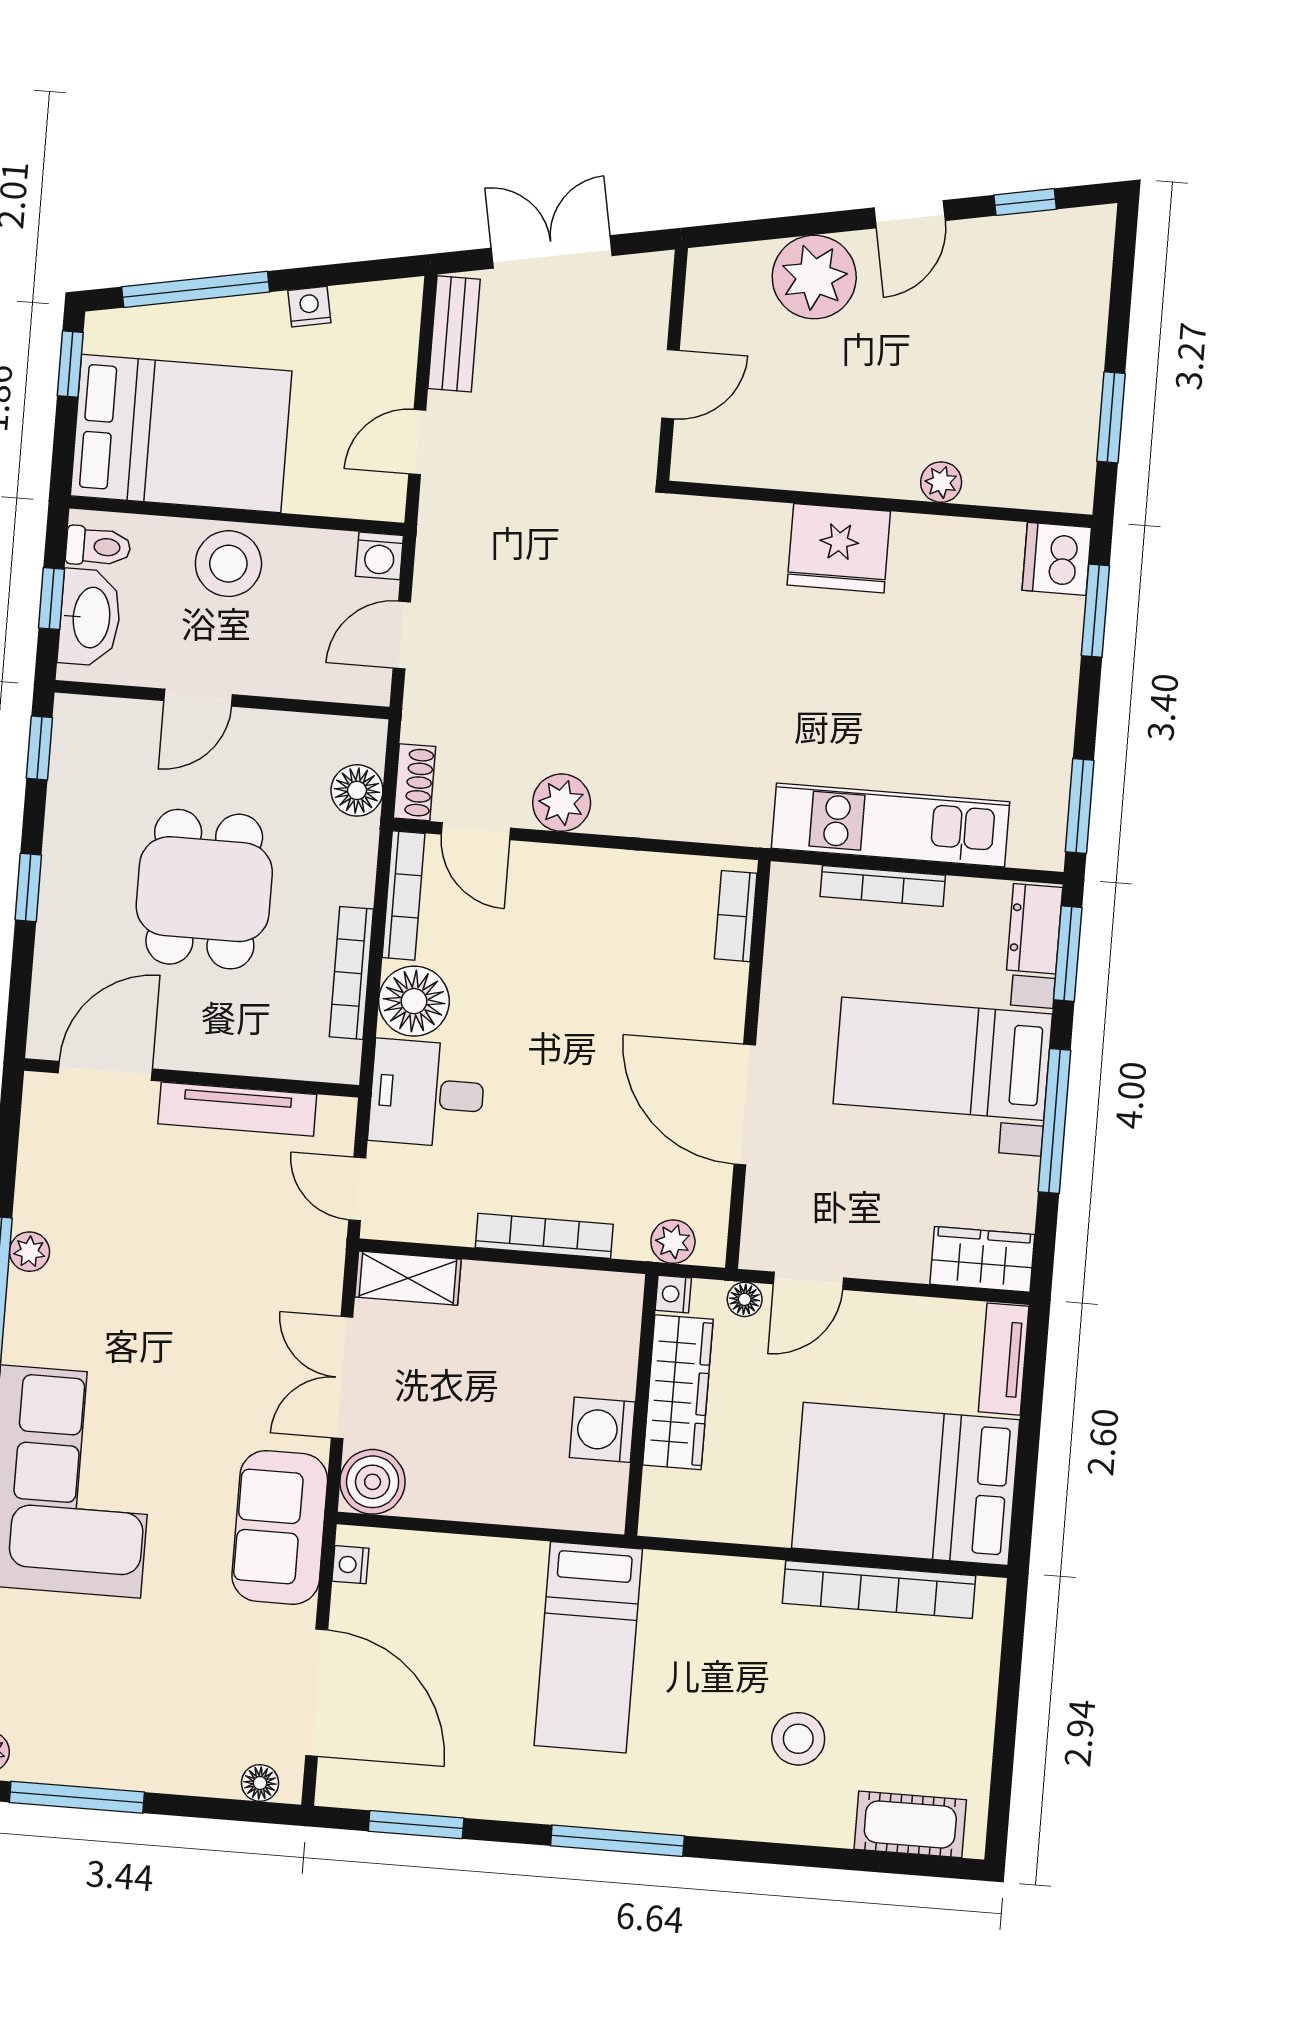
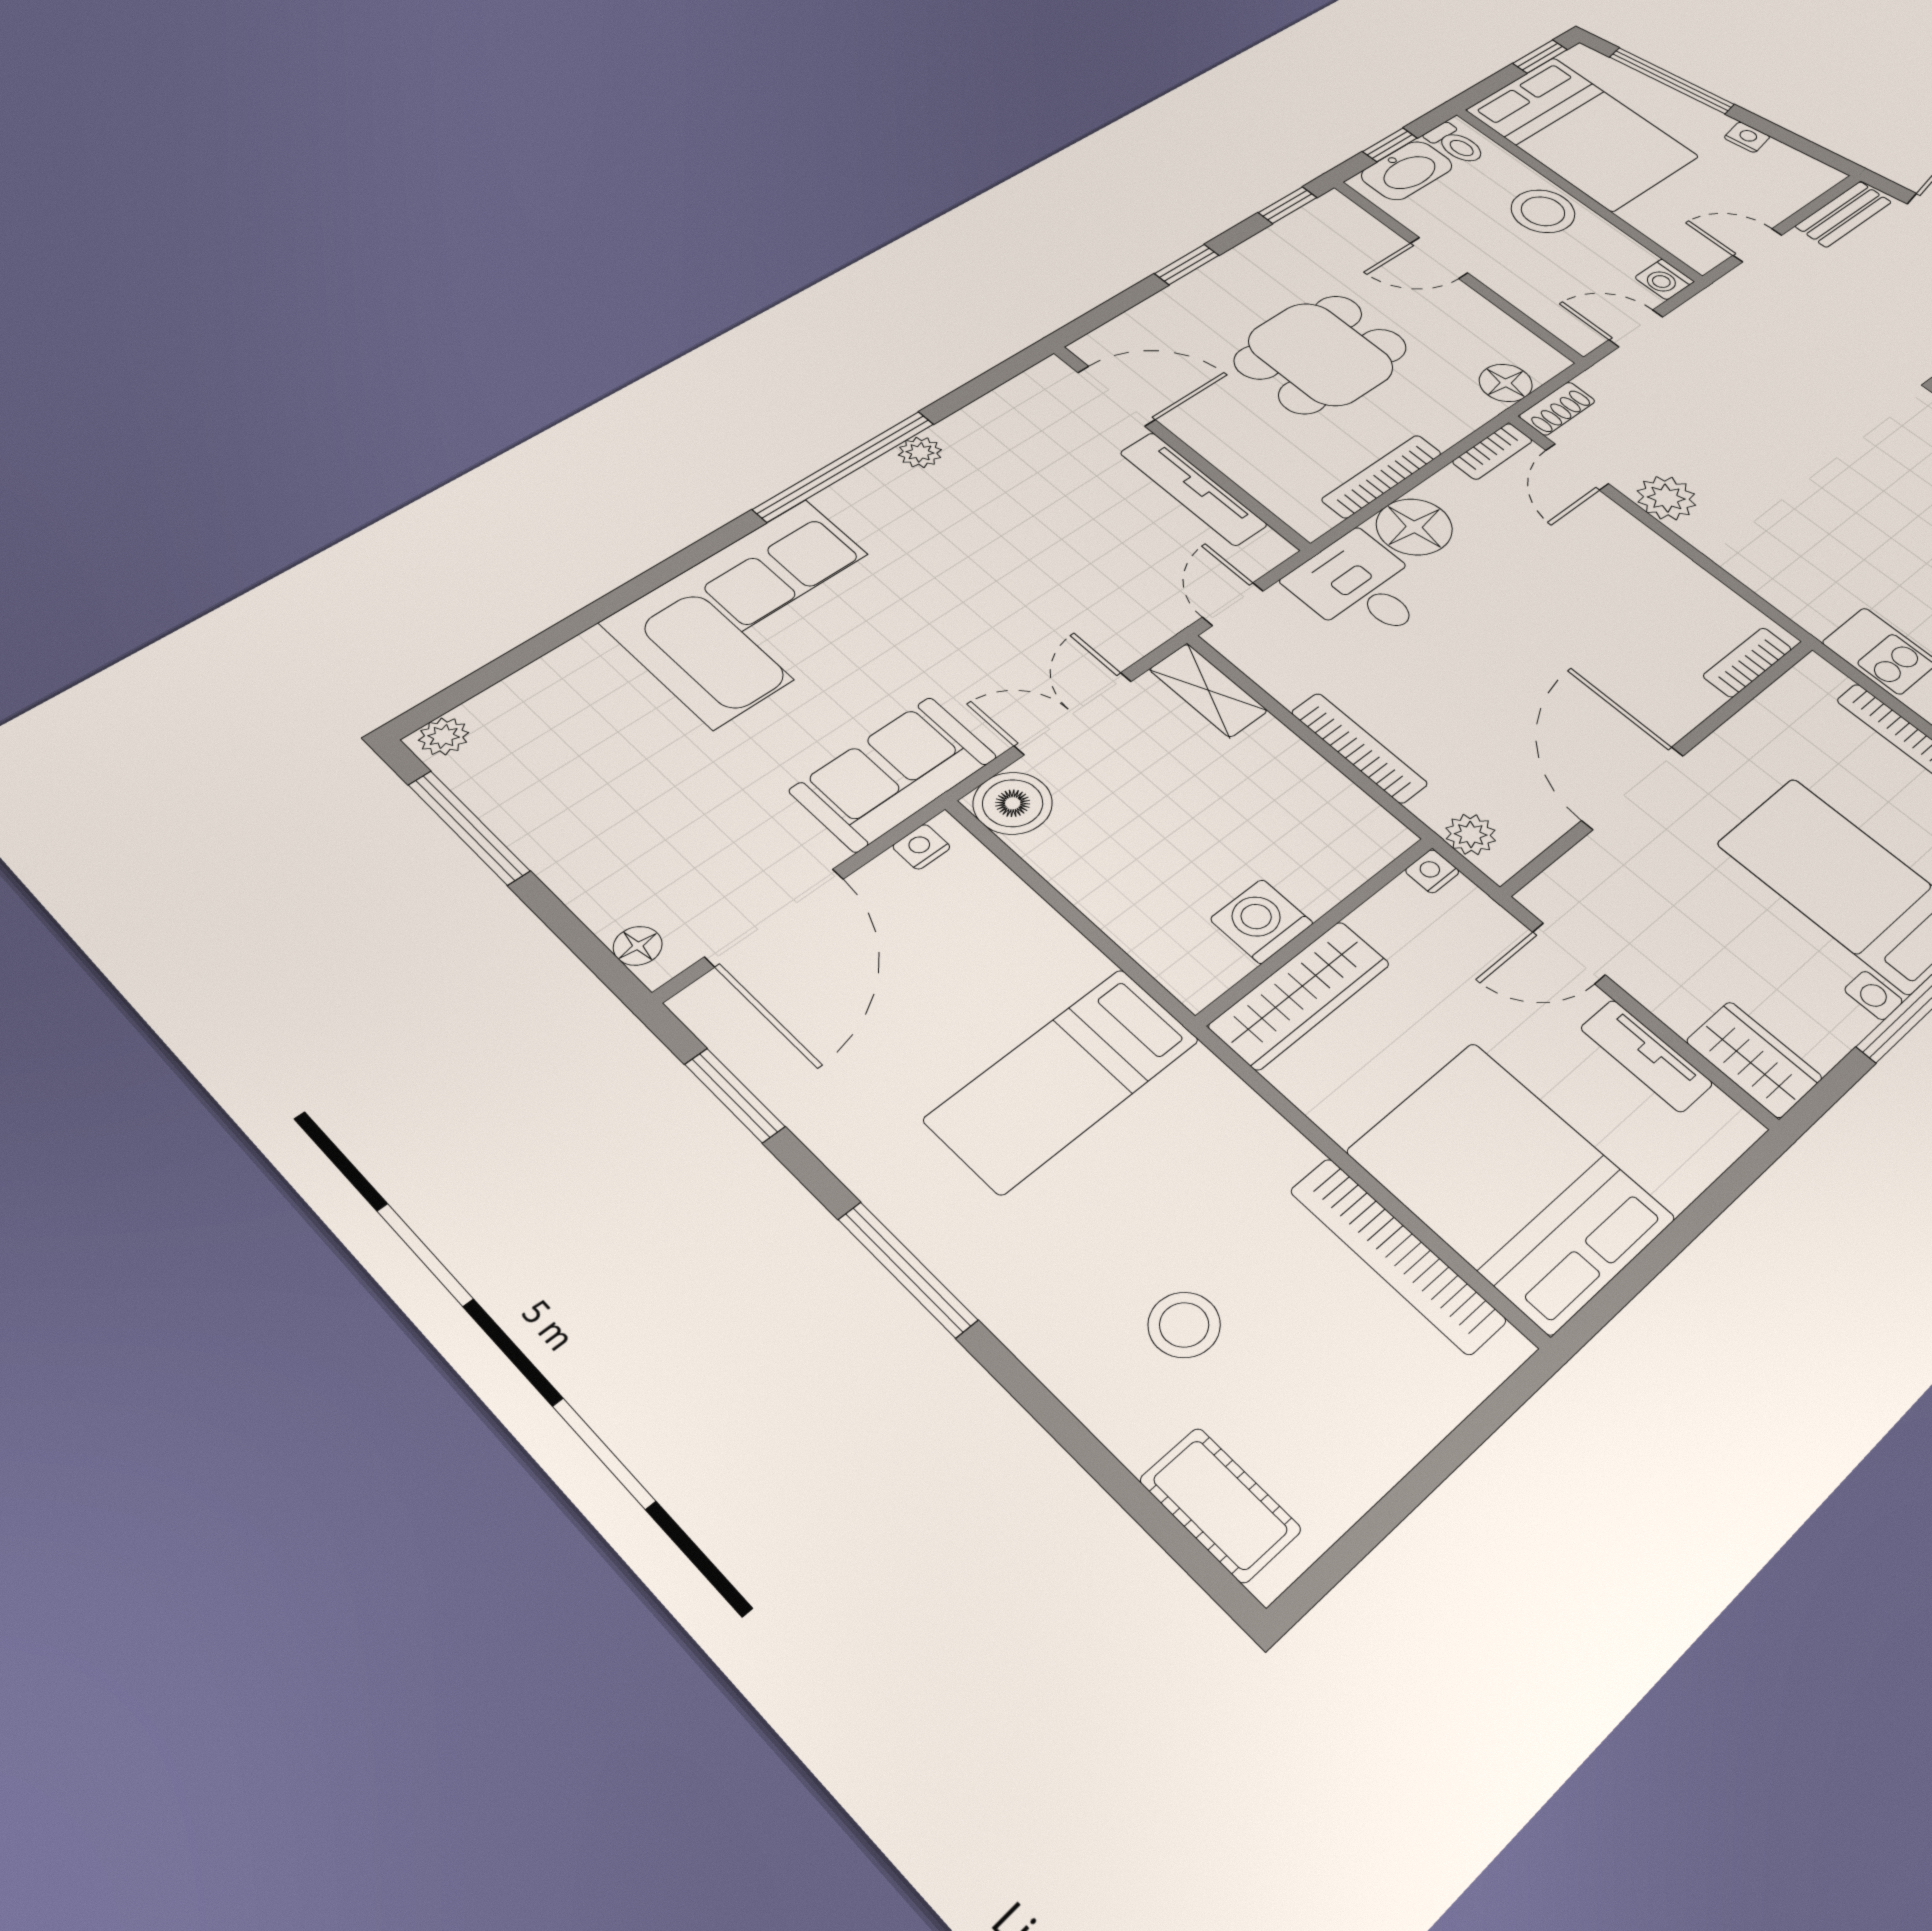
bookcase: (404, 896) -> (1492, 451), width x0.64
floor lamp: (745, 1299) -> (1495, 923), removed
tv unit: (1004, 1359) -> (1646, 1056), moved, turned -90
wardrobe: (678, 1392) -> (1300, 995), moved

